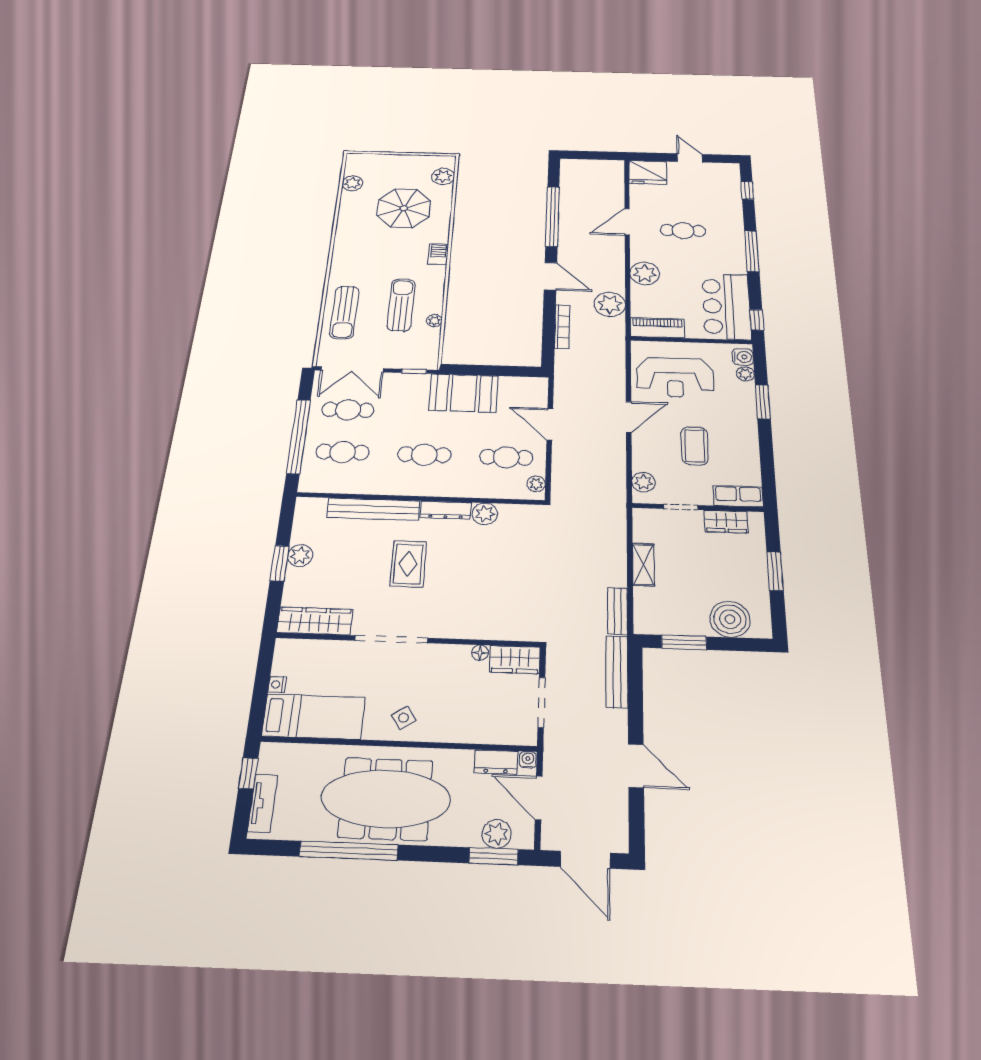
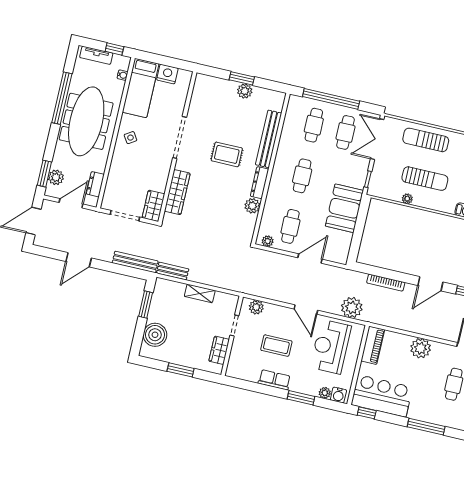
plant: (610, 304) -> (352, 308), moved
row of seats: (738, 496) -> (274, 380), moved, turned -90
wardrobe: (315, 621) -> (177, 192), moved
floor lamp: (480, 653) -> (162, 187), removed
nightstand: (277, 684) -> (167, 74), width x1.89, depth x1.79
water cooler: (528, 760) -> (122, 75), moved

